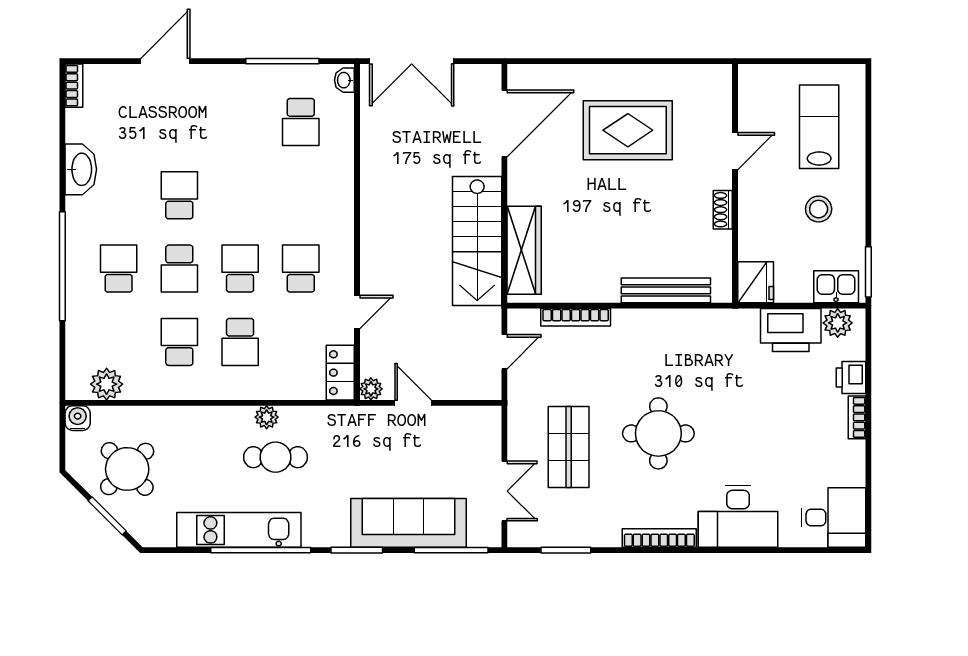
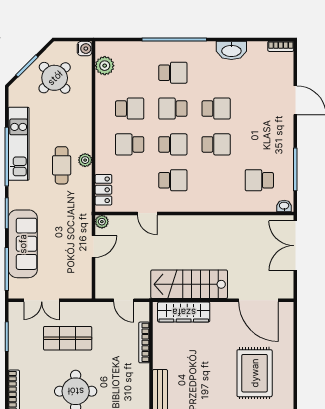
school desk: (240, 195) -> (216, 144), added
locker: (340, 373) -> (103, 190), moved, turned 90

